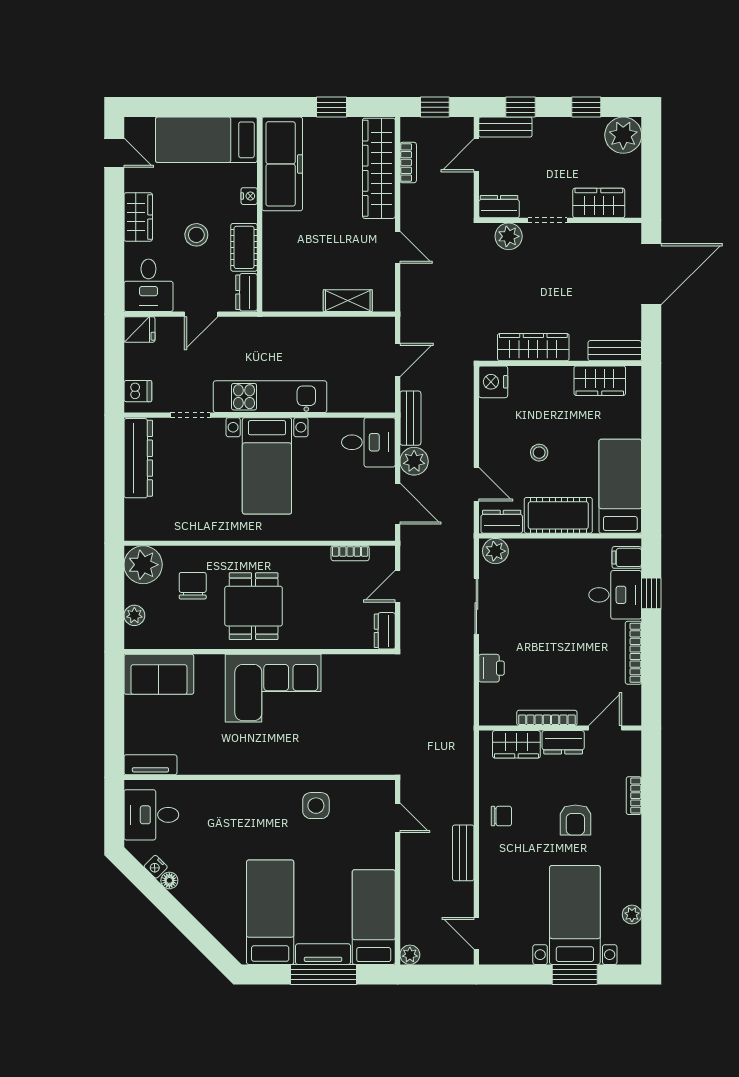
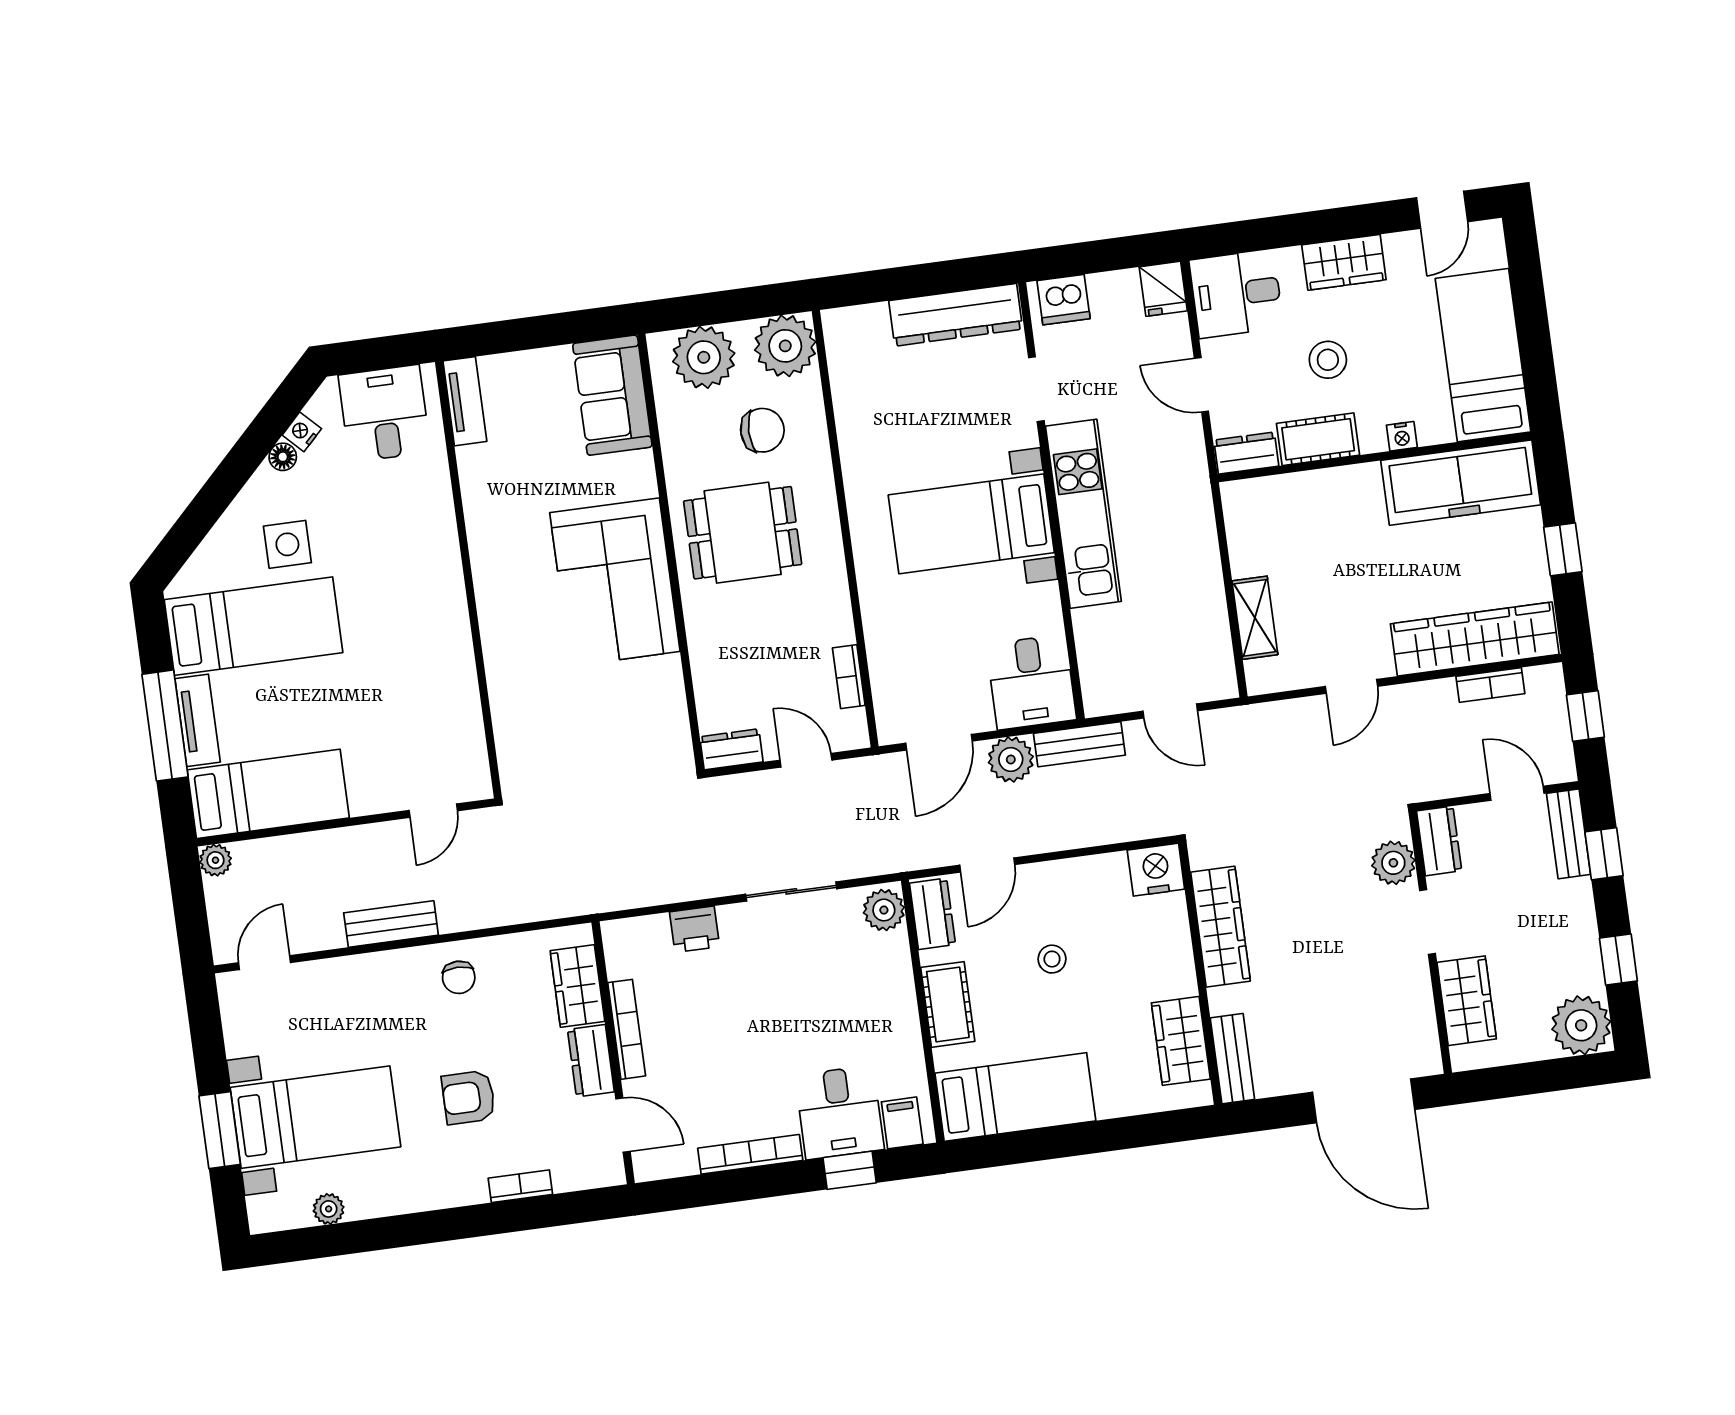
dishwasher: (138, 391) -> (1064, 300), width x1.38
cot: (558, 515) -> (948, 1004), width x0.73, depth x0.75
plant: (134, 615) -> (704, 357), width x1.87, depth x1.87
side table: (316, 806) -> (287, 544), moved

